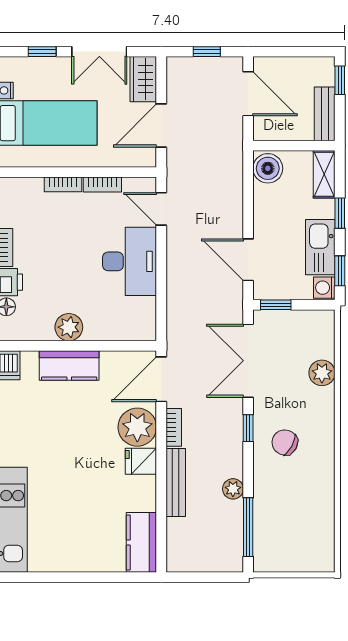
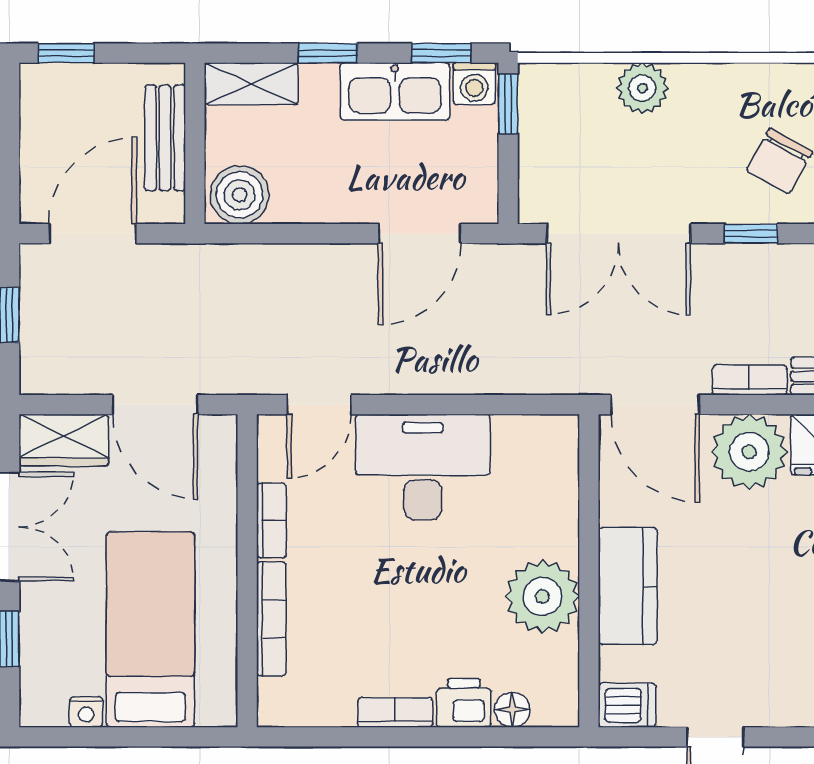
bench: (325, 114) -> (165, 138), moved, turned 90
bookcase: (63, 184) -> (271, 619), width x1.56
window: (276, 305) -> (508, 104), moved
plant: (69, 327) -> (543, 596), width x1.36, depth x1.36

